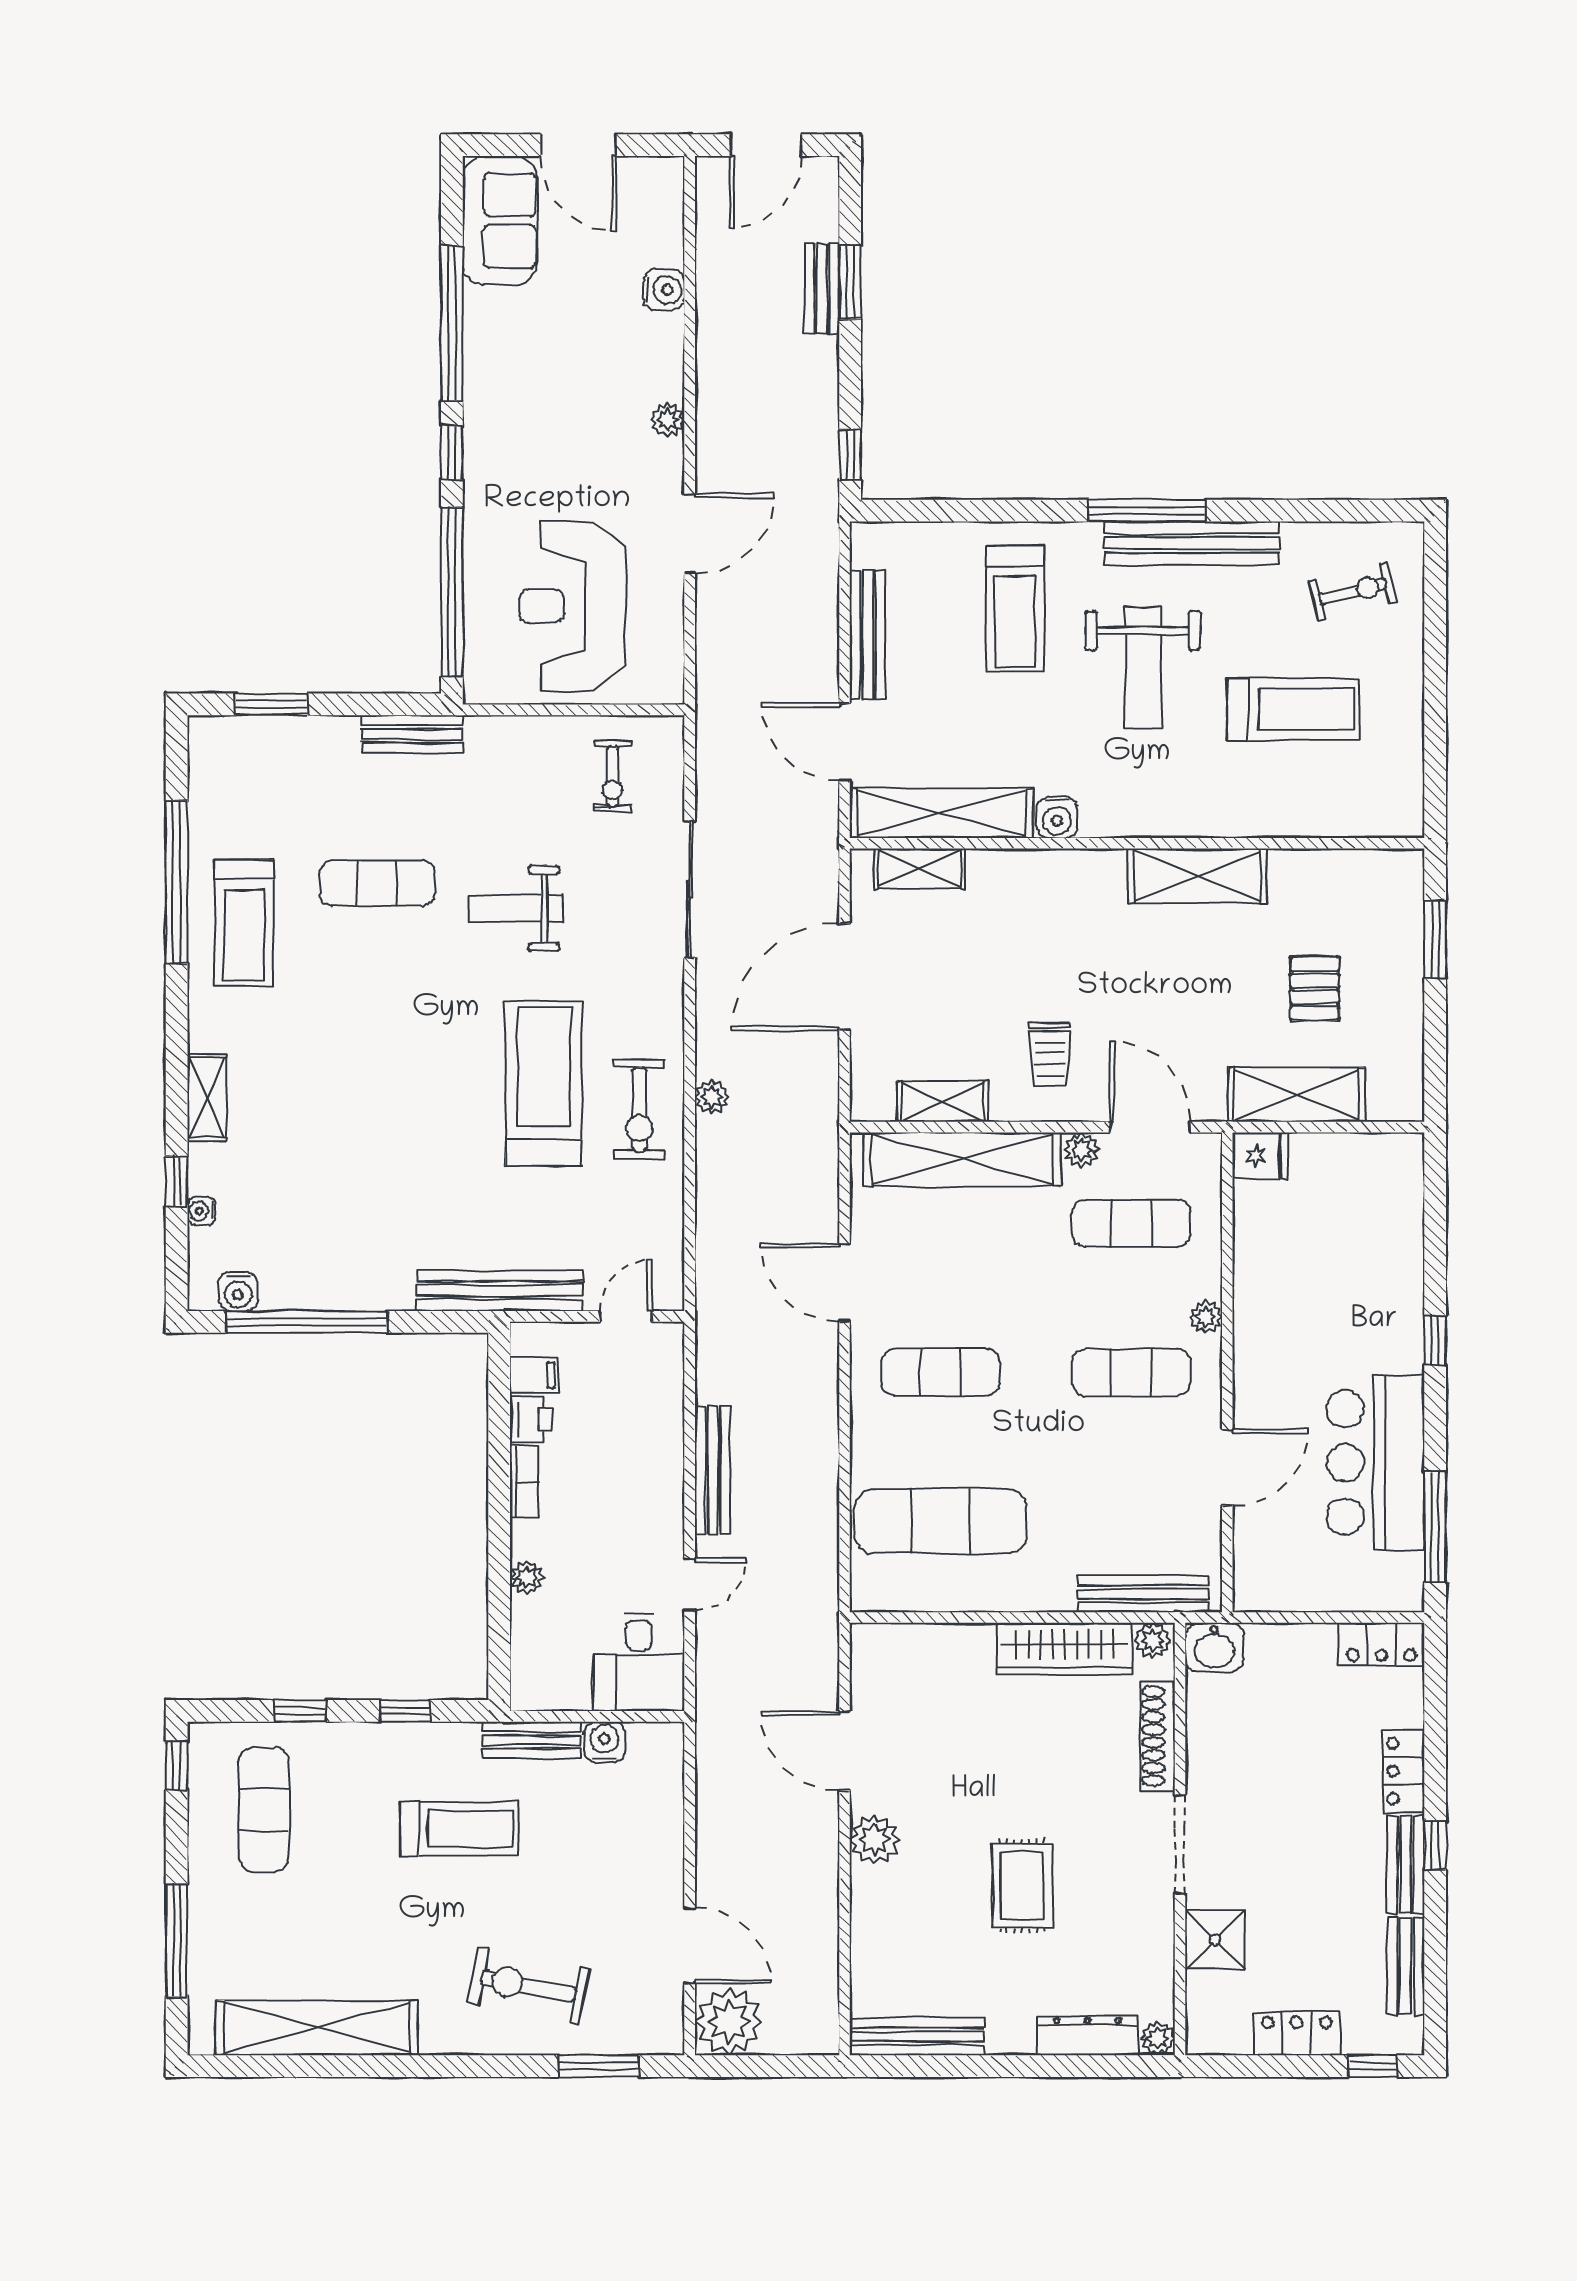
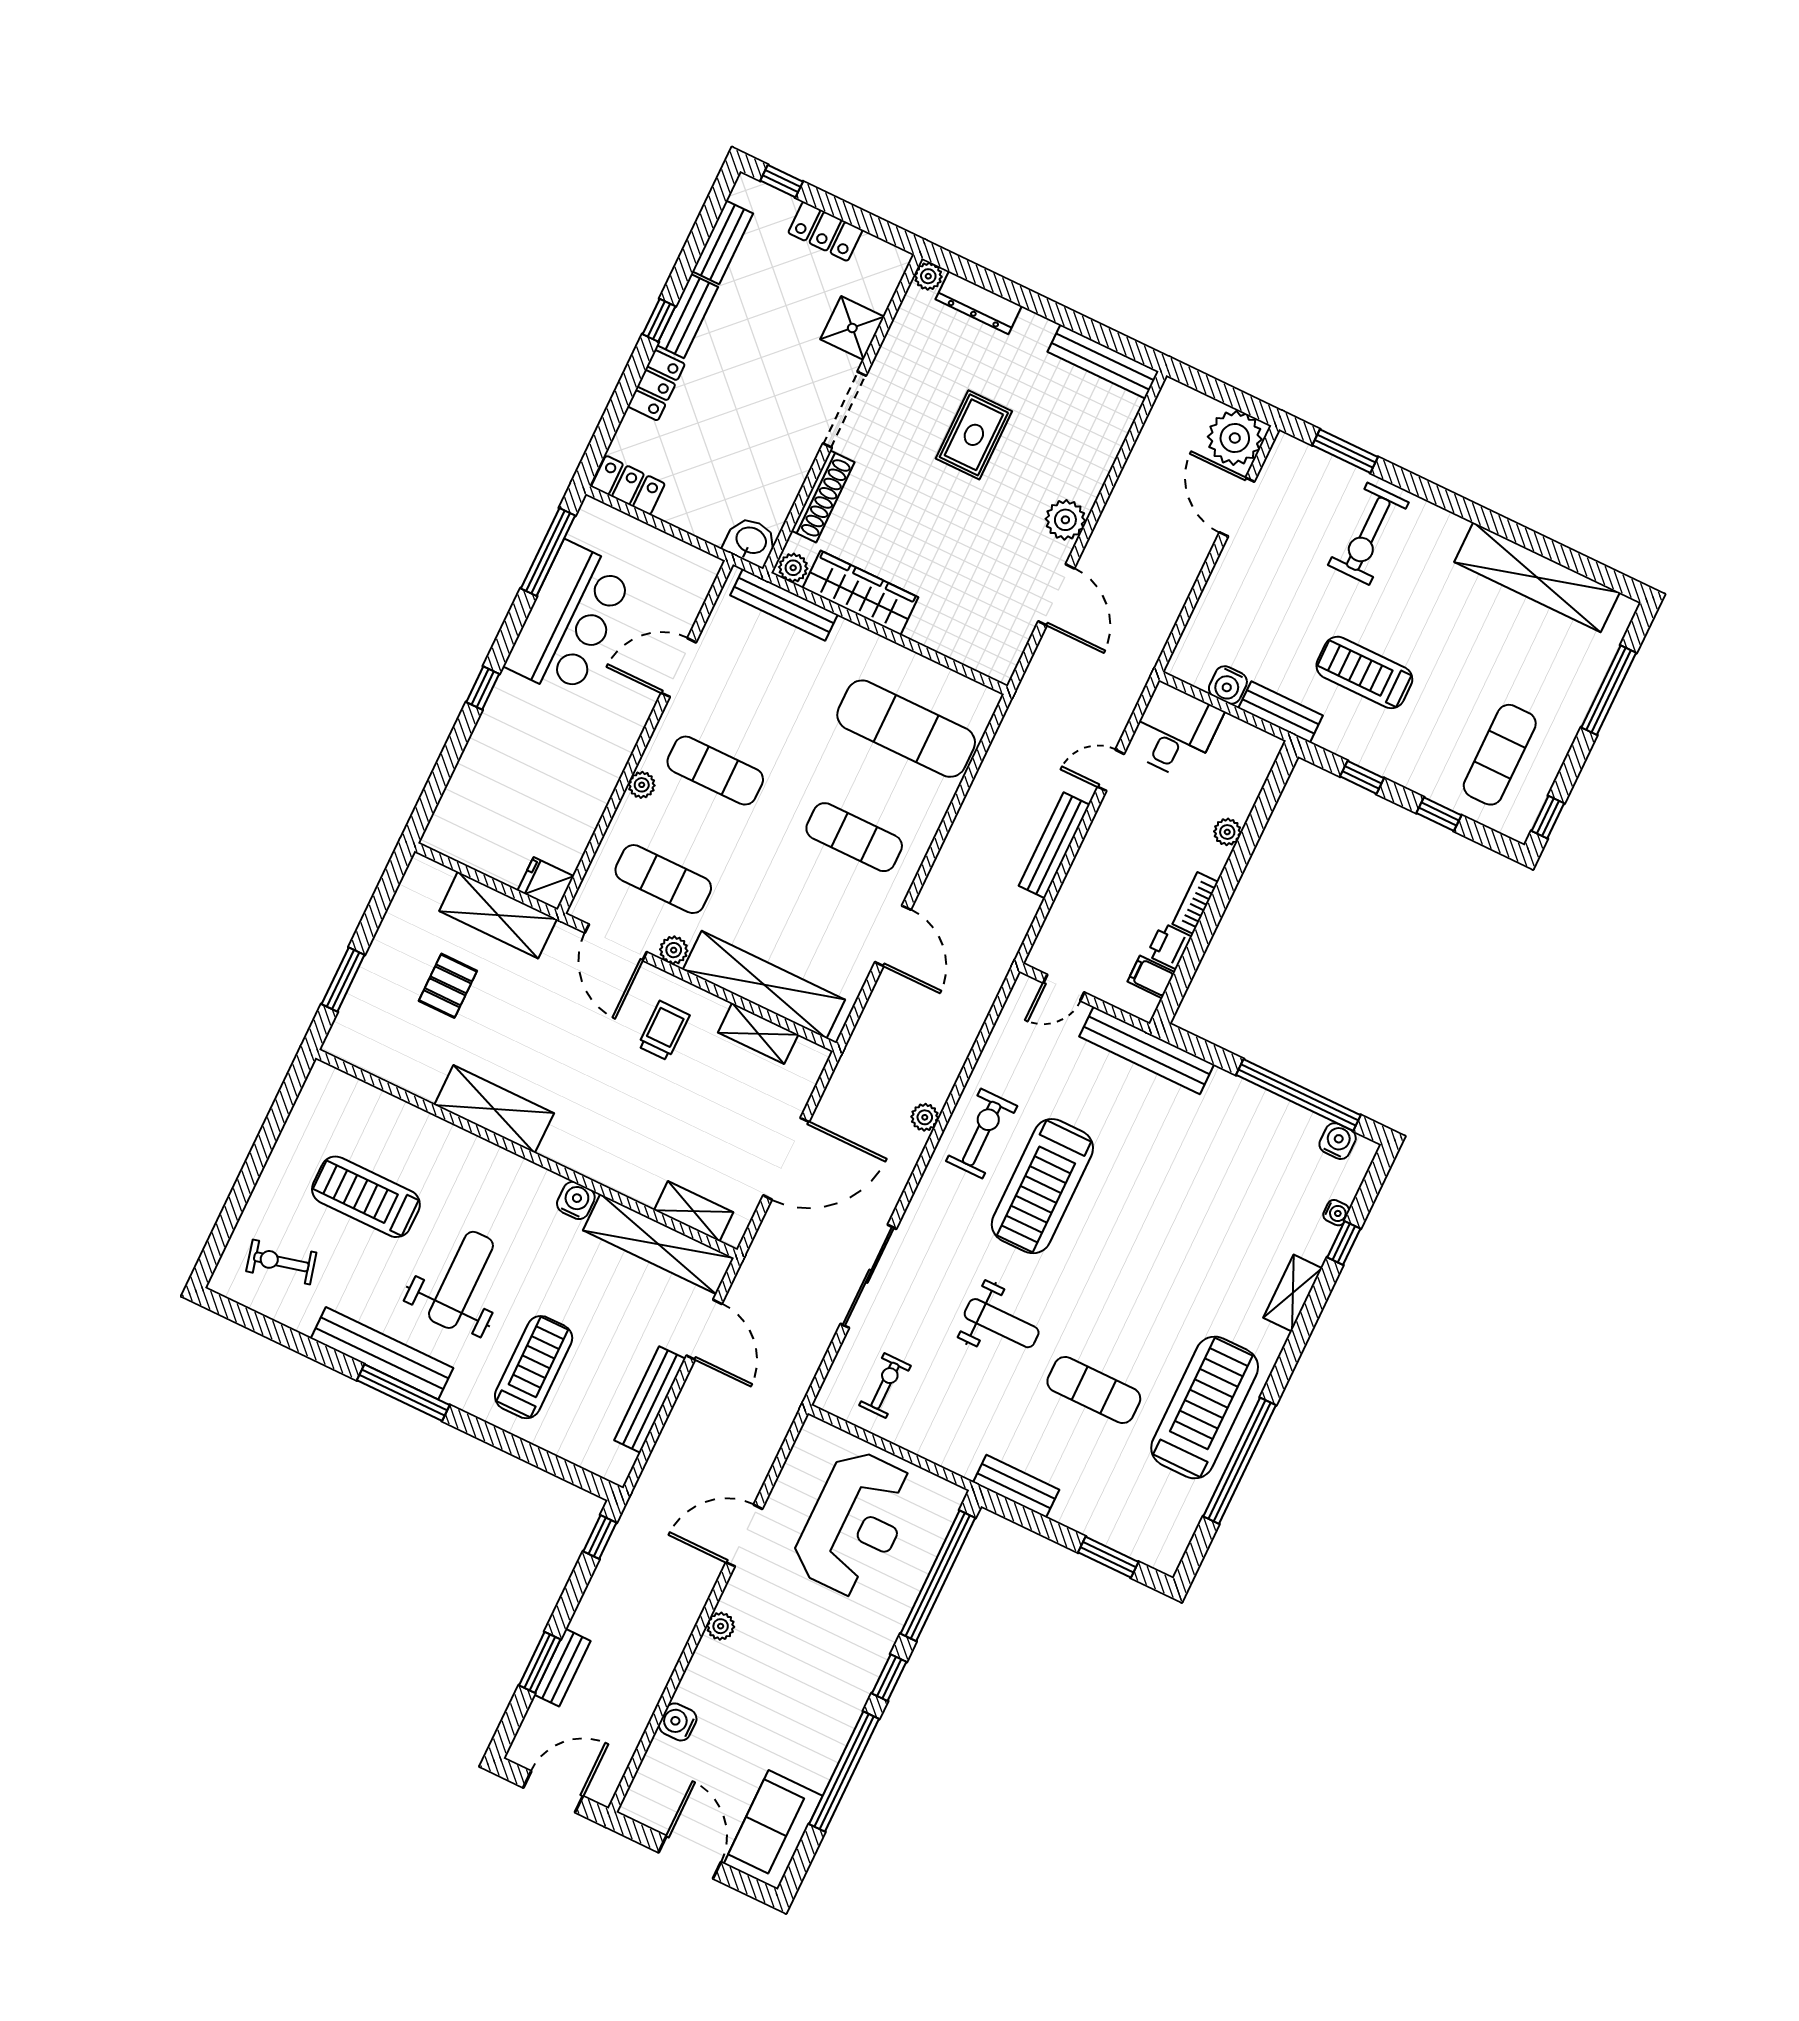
treadmill: (244, 923) -> (1205, 1407), width x1.37, depth x1.38
exercise bike: (529, 1986) -> (1368, 534), turned 79

